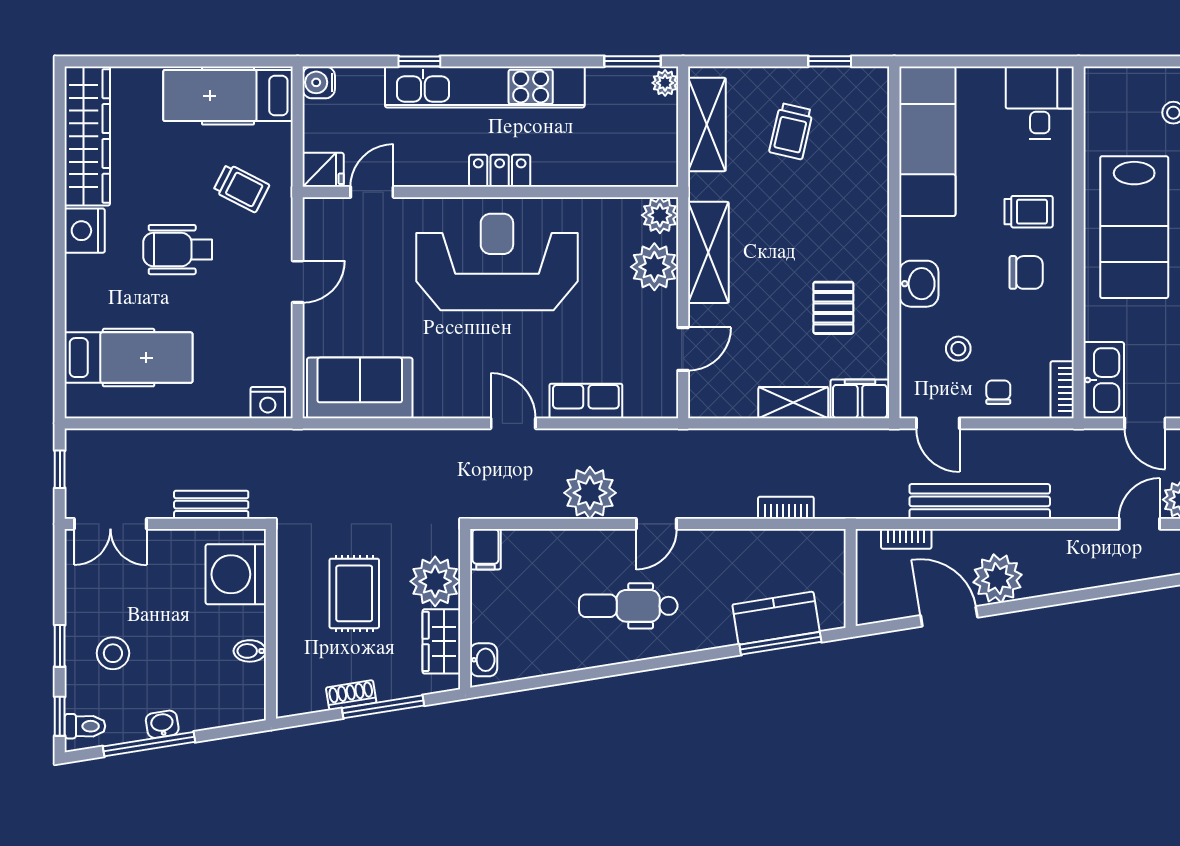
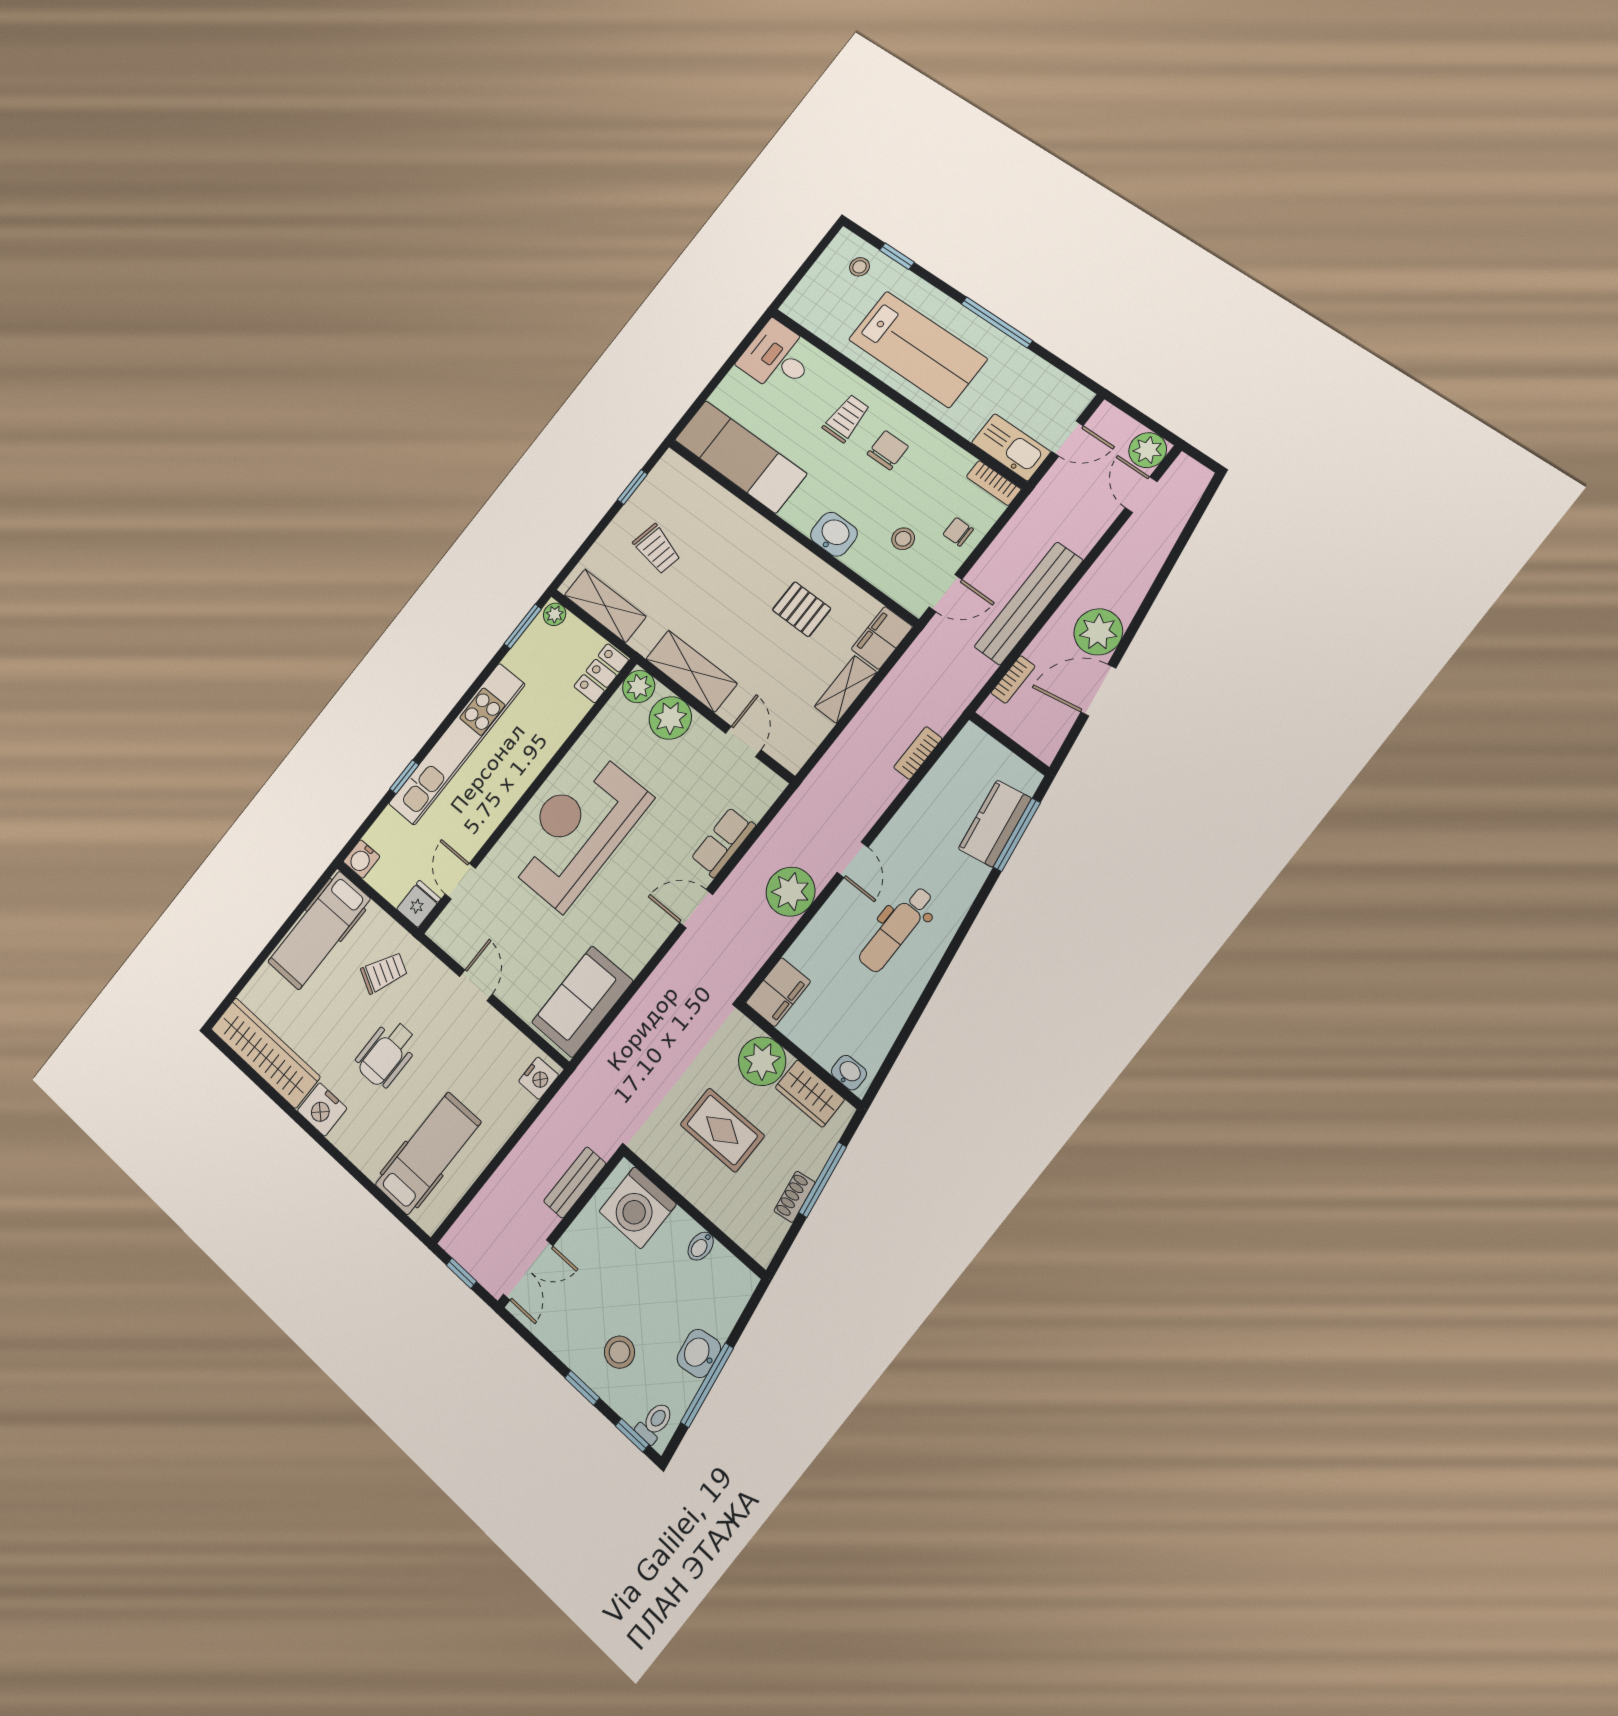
locker: (500, 171) -> (601, 673), moved
filing cabinet: (485, 549) -> (778, 992), width x2.00
washbasin: (162, 724) -> (699, 1353), width x1.38, depth x1.45

